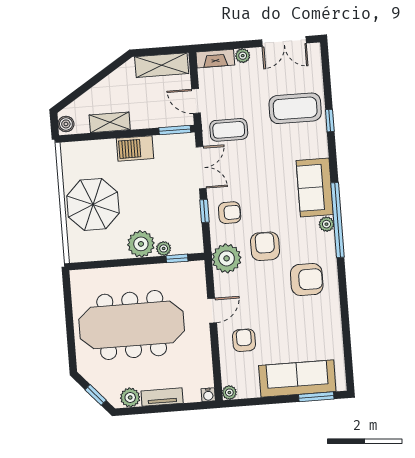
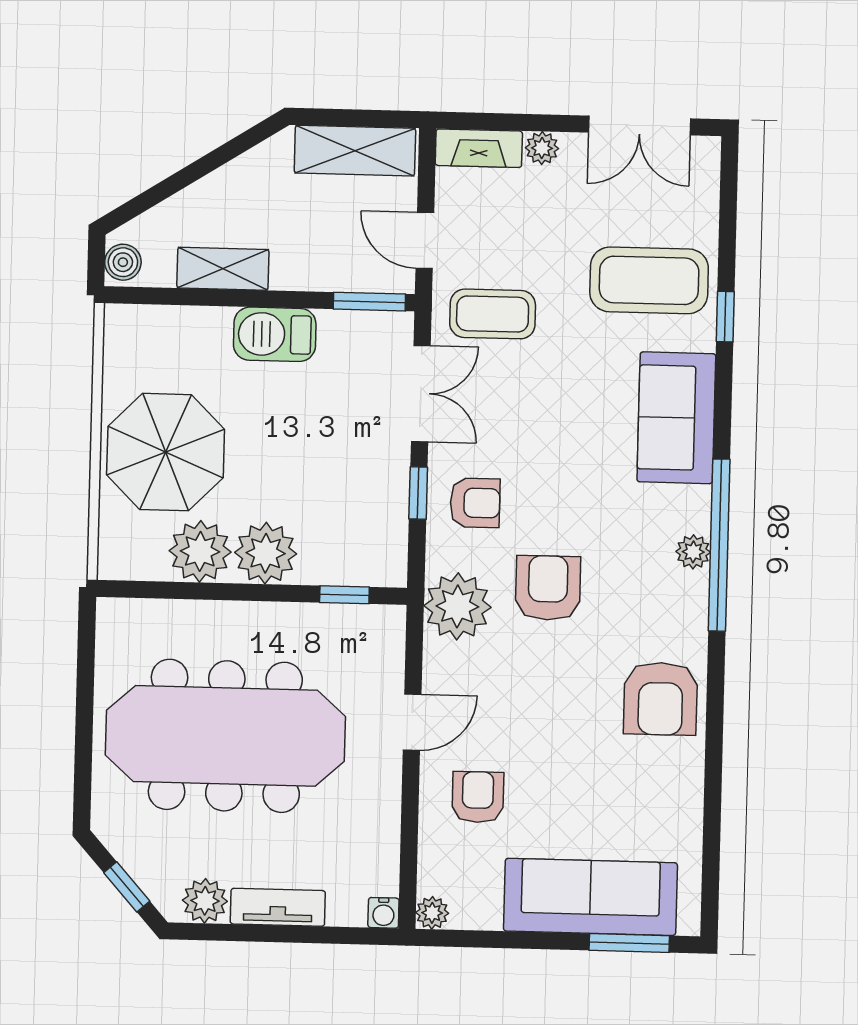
sofa: (315, 187) -> (676, 418), moved
plant: (164, 248) -> (200, 551), moved, width x1.87, depth x1.87
armchair: (307, 280) -> (660, 699), moved, turned 90

